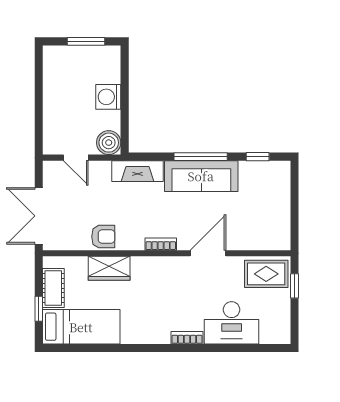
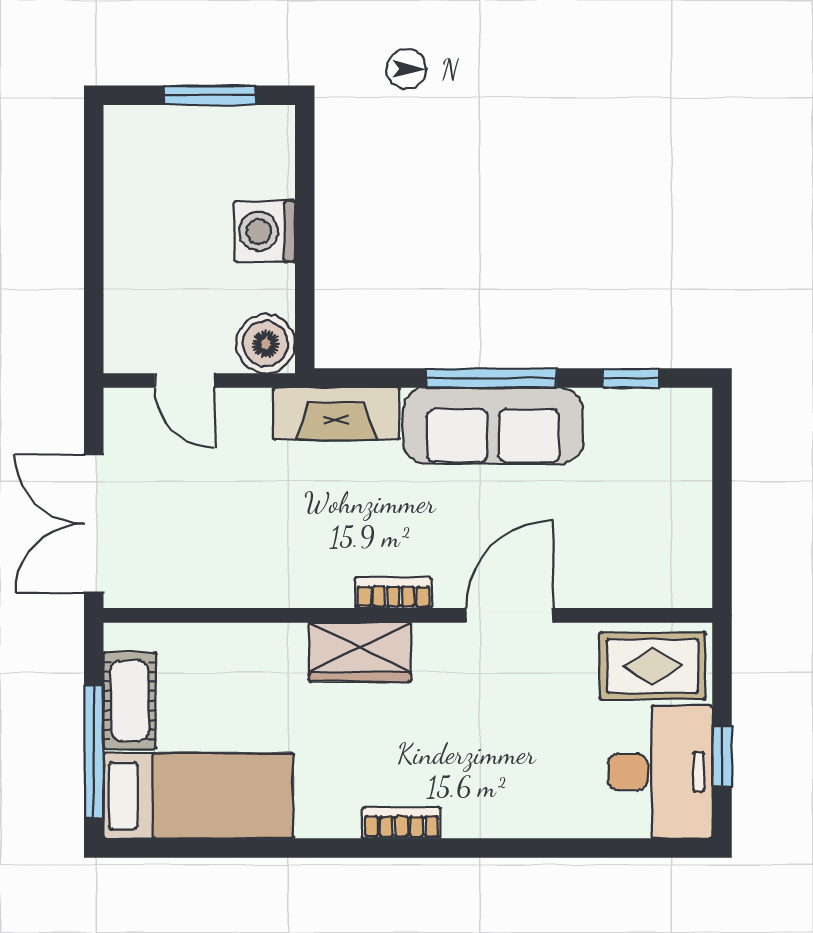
armchair: (103, 237) -> (252, 574), removed
wardrobe: (109, 268) -> (360, 652), moved
window: (295, 286) -> (722, 756), moved
window: (39, 309) -> (94, 752), width x2.17
desk: (232, 323) -> (660, 772), moved, turned -90
bookcase: (187, 338) -> (402, 823), moved

